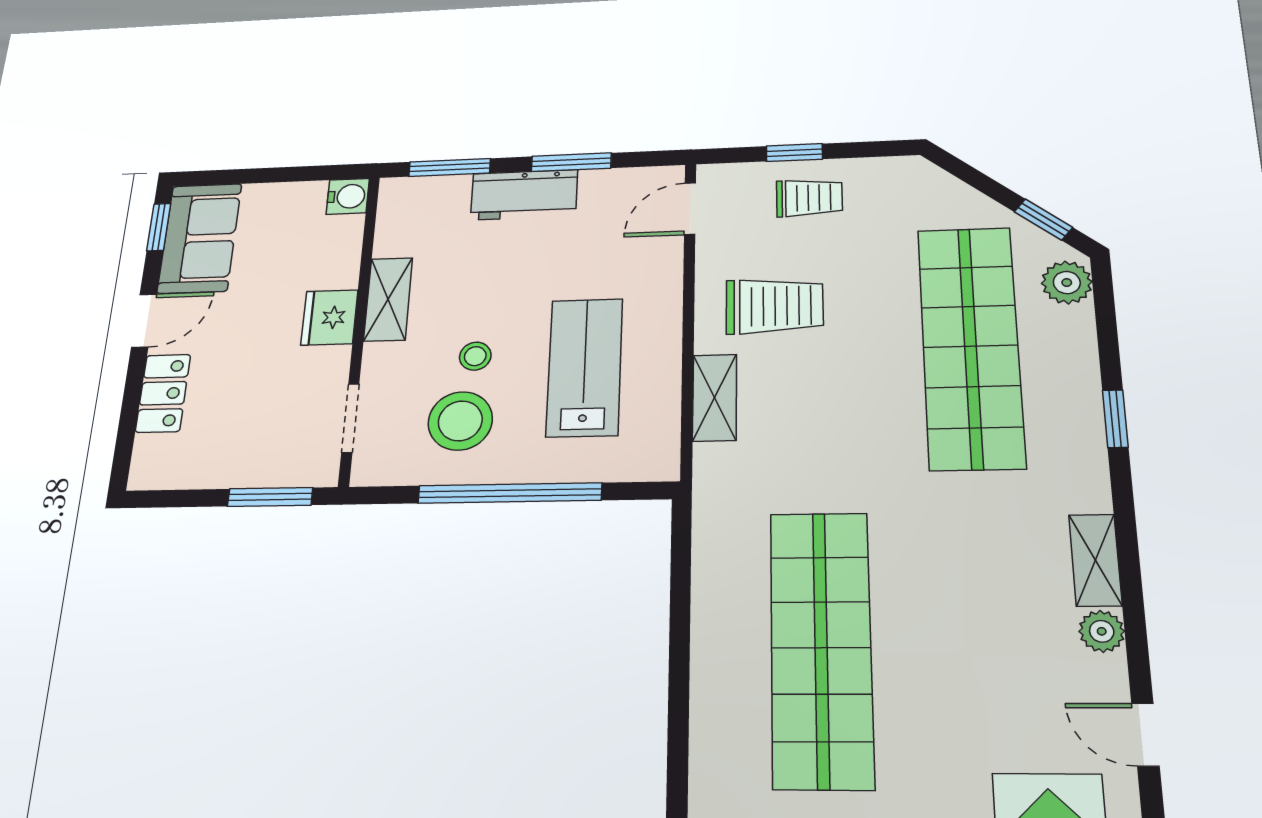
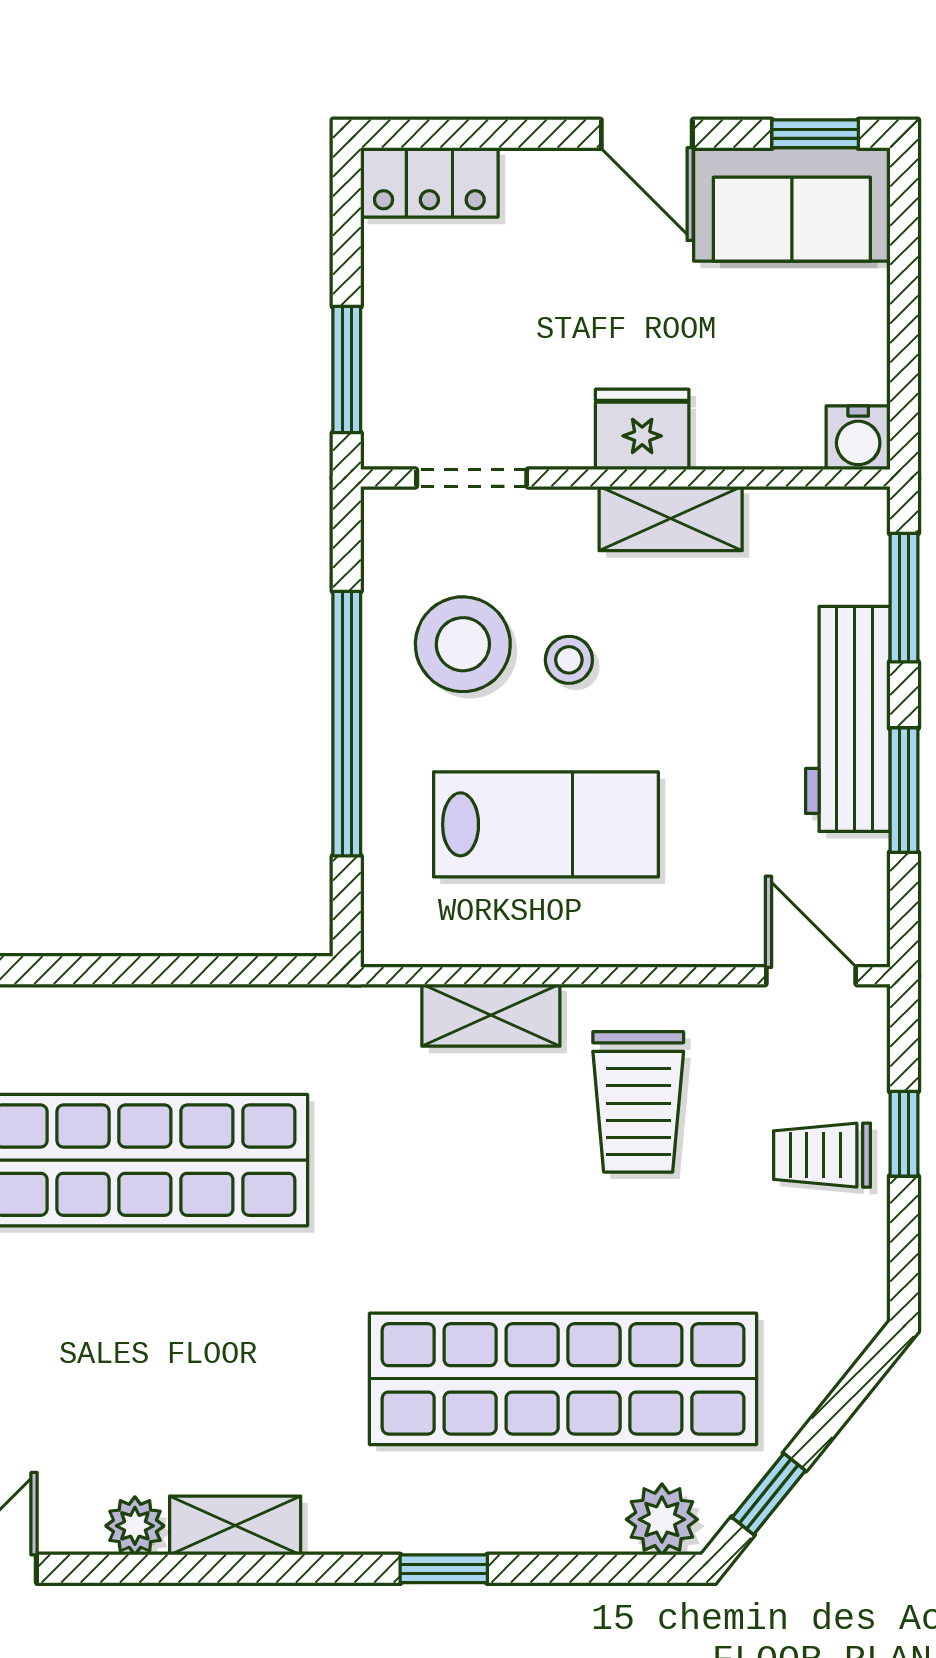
workbench: (524, 195) -> (848, 719), width x1.38
trolley: (809, 198) -> (822, 1155), turned 90
locker: (163, 393) -> (429, 182), moved

